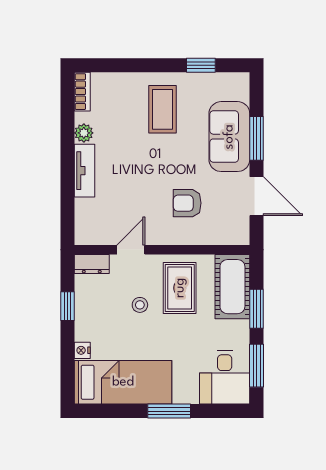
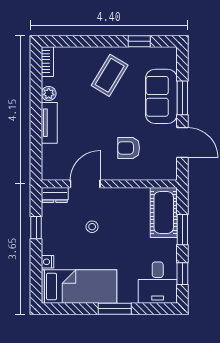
coffee table: (163, 109) -> (110, 75), turned 31
door: (131, 250) -> (85, 184), width x1.38
rug: (180, 288) -> (123, 214), removed
window: (257, 366) -> (182, 274), width x0.67

